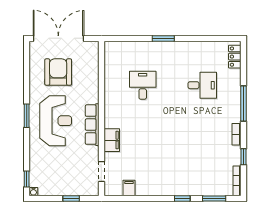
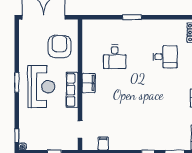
armchair: (58, 72) -> (60, 47), moved
desk: (143, 85) -> (115, 57), turned 180
filing cabinet: (112, 140) -> (89, 83), moved

